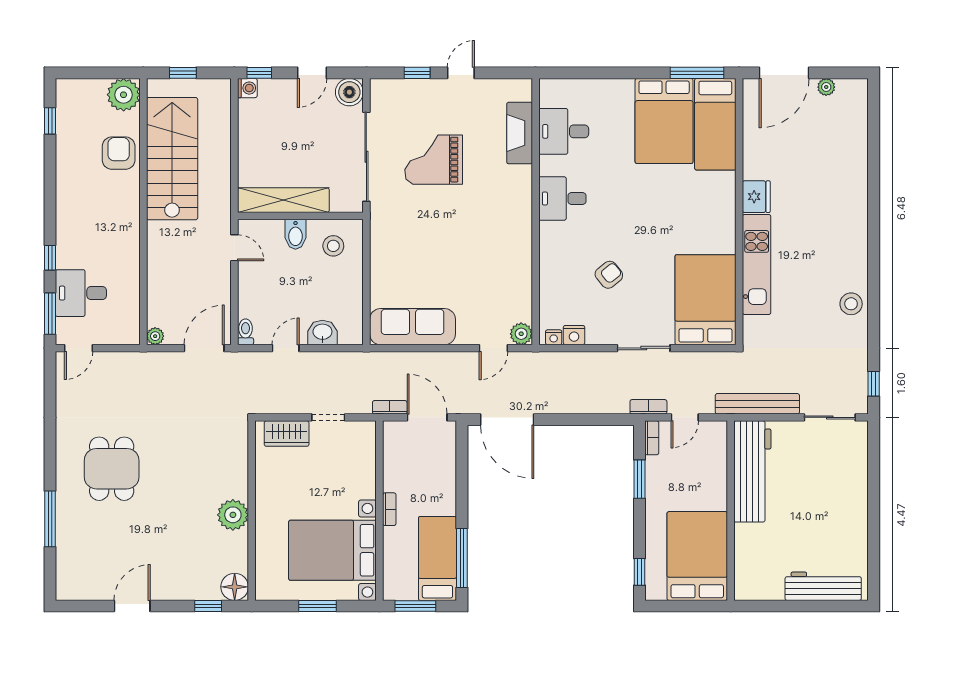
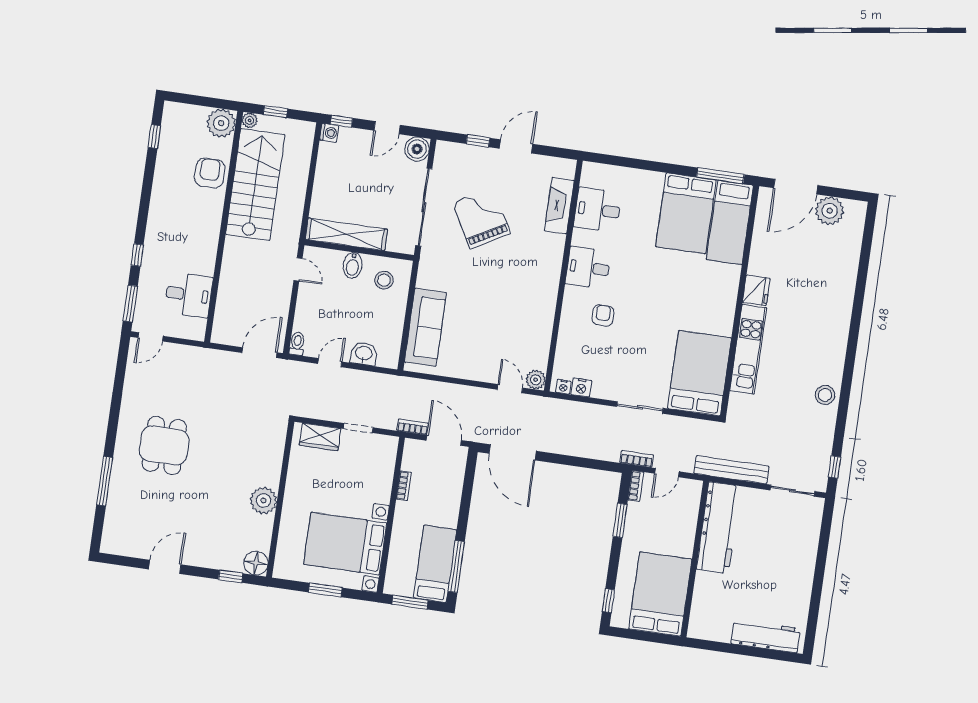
door: (461, 73) -> (516, 146), width x1.37
plant: (826, 87) -> (830, 211), width x1.87, depth x1.87
grand piano: (434, 160) -> (482, 218), turned 61
armchair: (609, 275) -> (603, 315), moved, turned -51
desk: (81, 293) -> (189, 295), moved, turned 180
sofa: (413, 327) -> (425, 327), moved, turned 90
plant: (155, 336) -> (250, 120), moved
door: (493, 348) -> (510, 389), swing flipped
bookcase: (389, 509) -> (404, 486), moved

